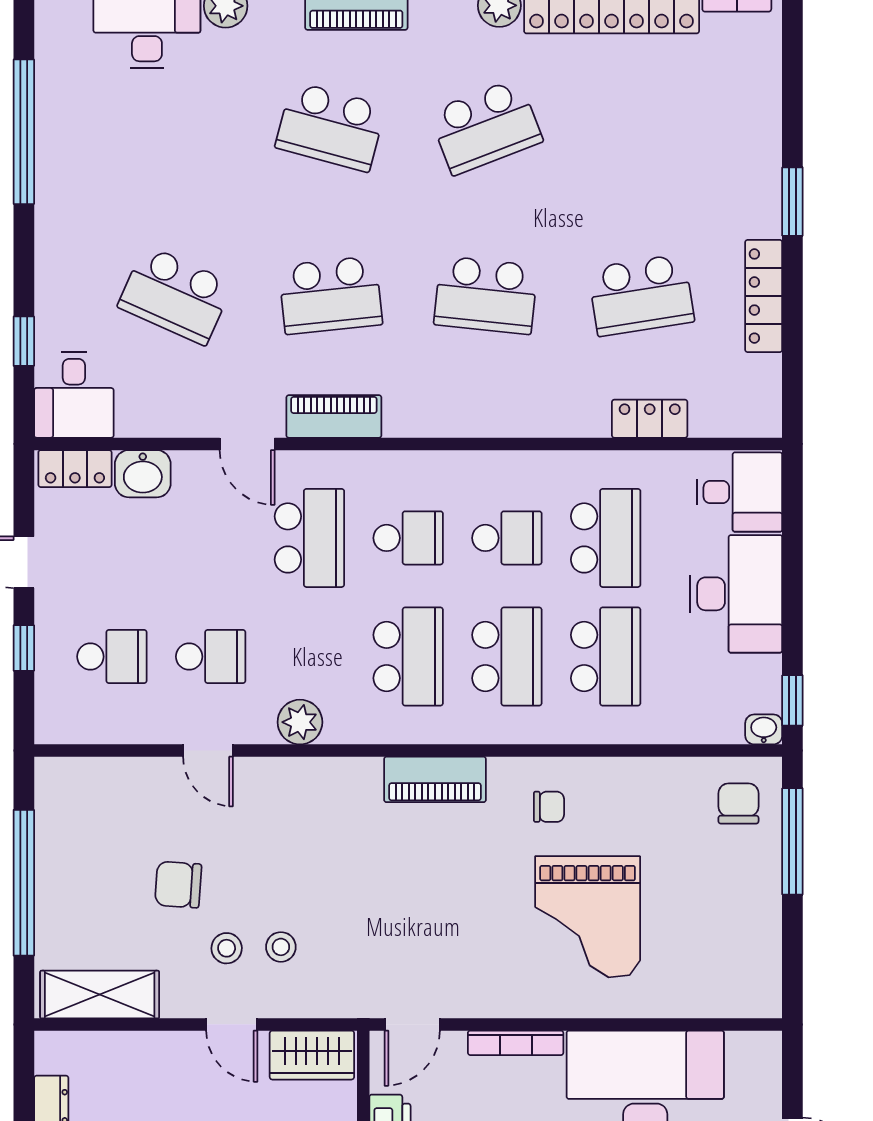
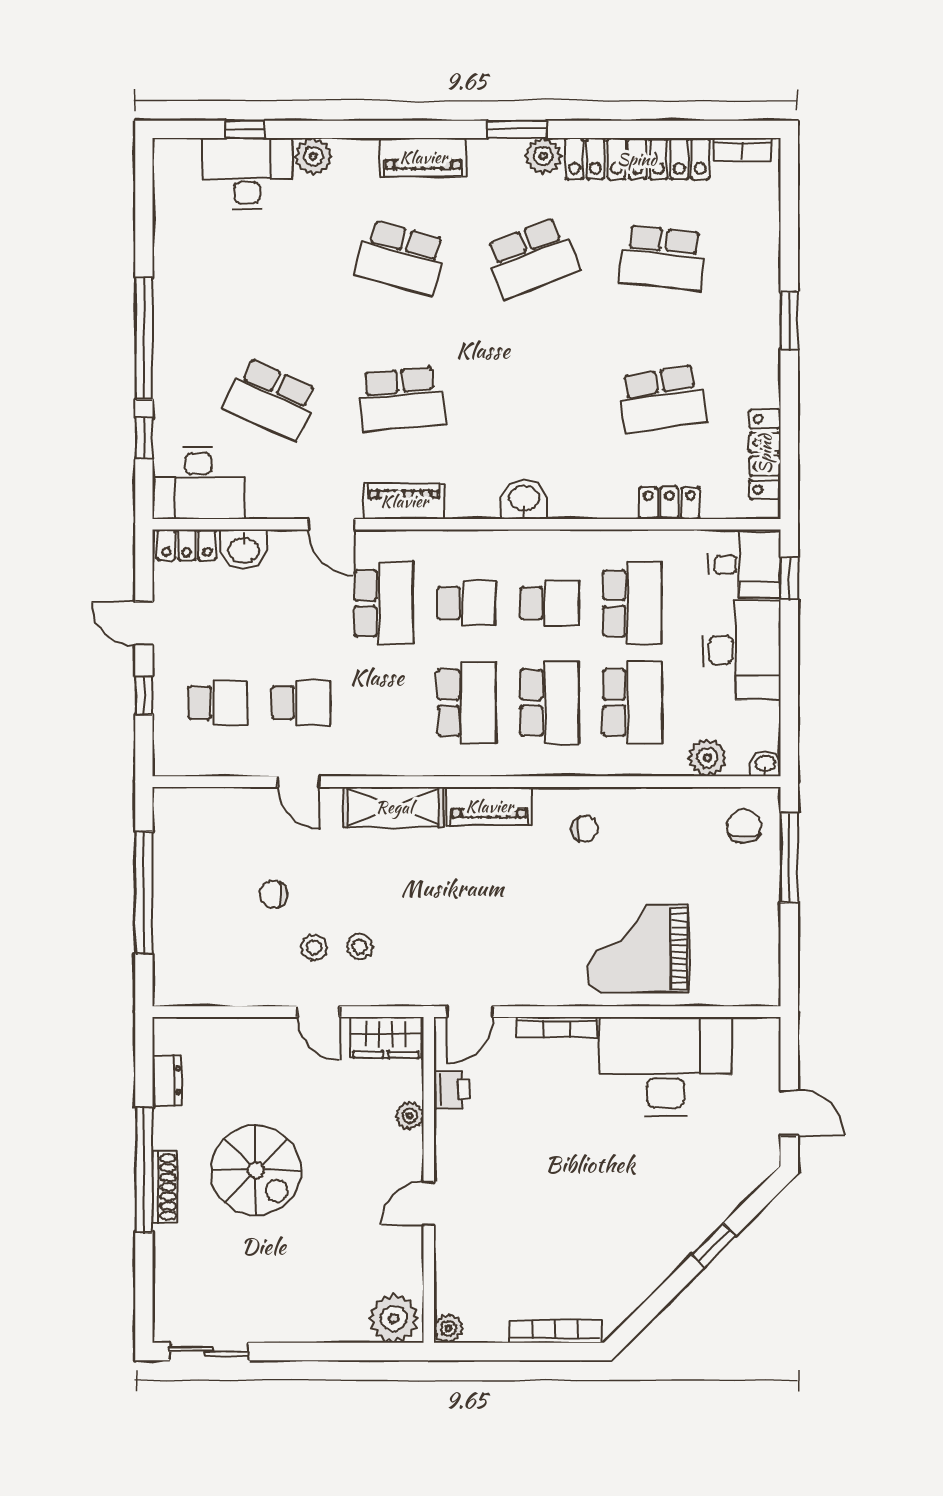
window: (24, 132) -> (144, 339), moved
school desk: (486, 295) -> (662, 258), moved
locker: (764, 296) -> (765, 454), moved
desk: (74, 395) -> (198, 483), width x1.37
washbasin: (477, 414) -> (524, 499), added
window: (792, 700) -> (789, 579), moved
plant: (300, 722) -> (707, 758), moved
chair: (178, 885) -> (273, 894), width x0.73, depth x0.73
grand piano: (588, 917) -> (638, 949), moved, turned 90
shelving: (100, 995) -> (394, 807), moved

